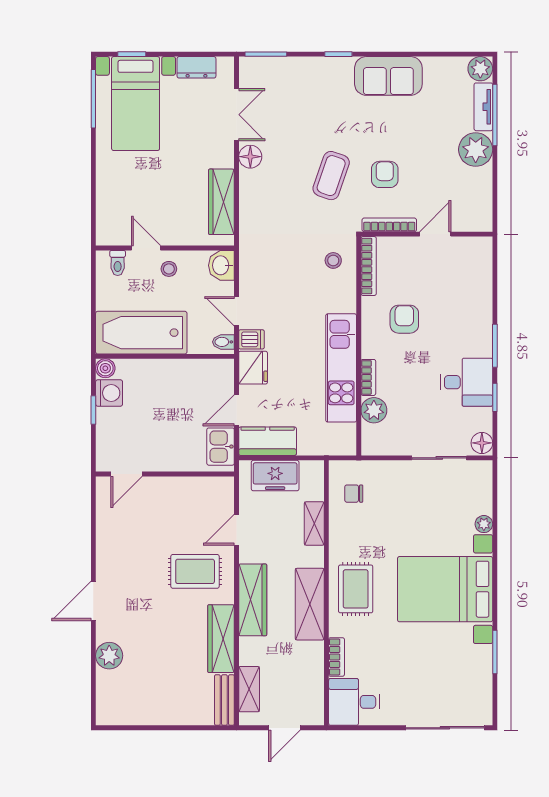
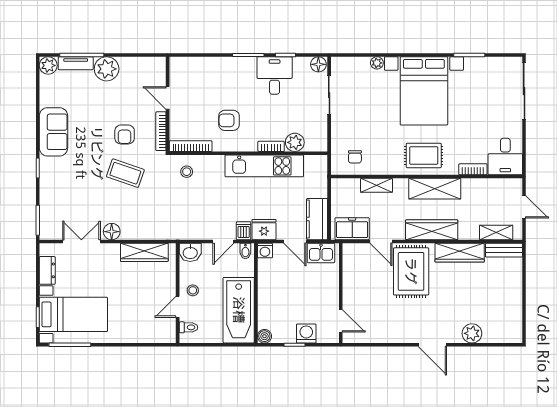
armchair: (385, 174) -> (125, 134), turned -90
washing machine: (224, 369) -> (265, 251), added
washing machine: (109, 393) -> (306, 333), moved
freezer: (275, 476) -> (352, 229), moved, turned -90
rug: (195, 571) -> (411, 271), width x1.36, depth x1.43

